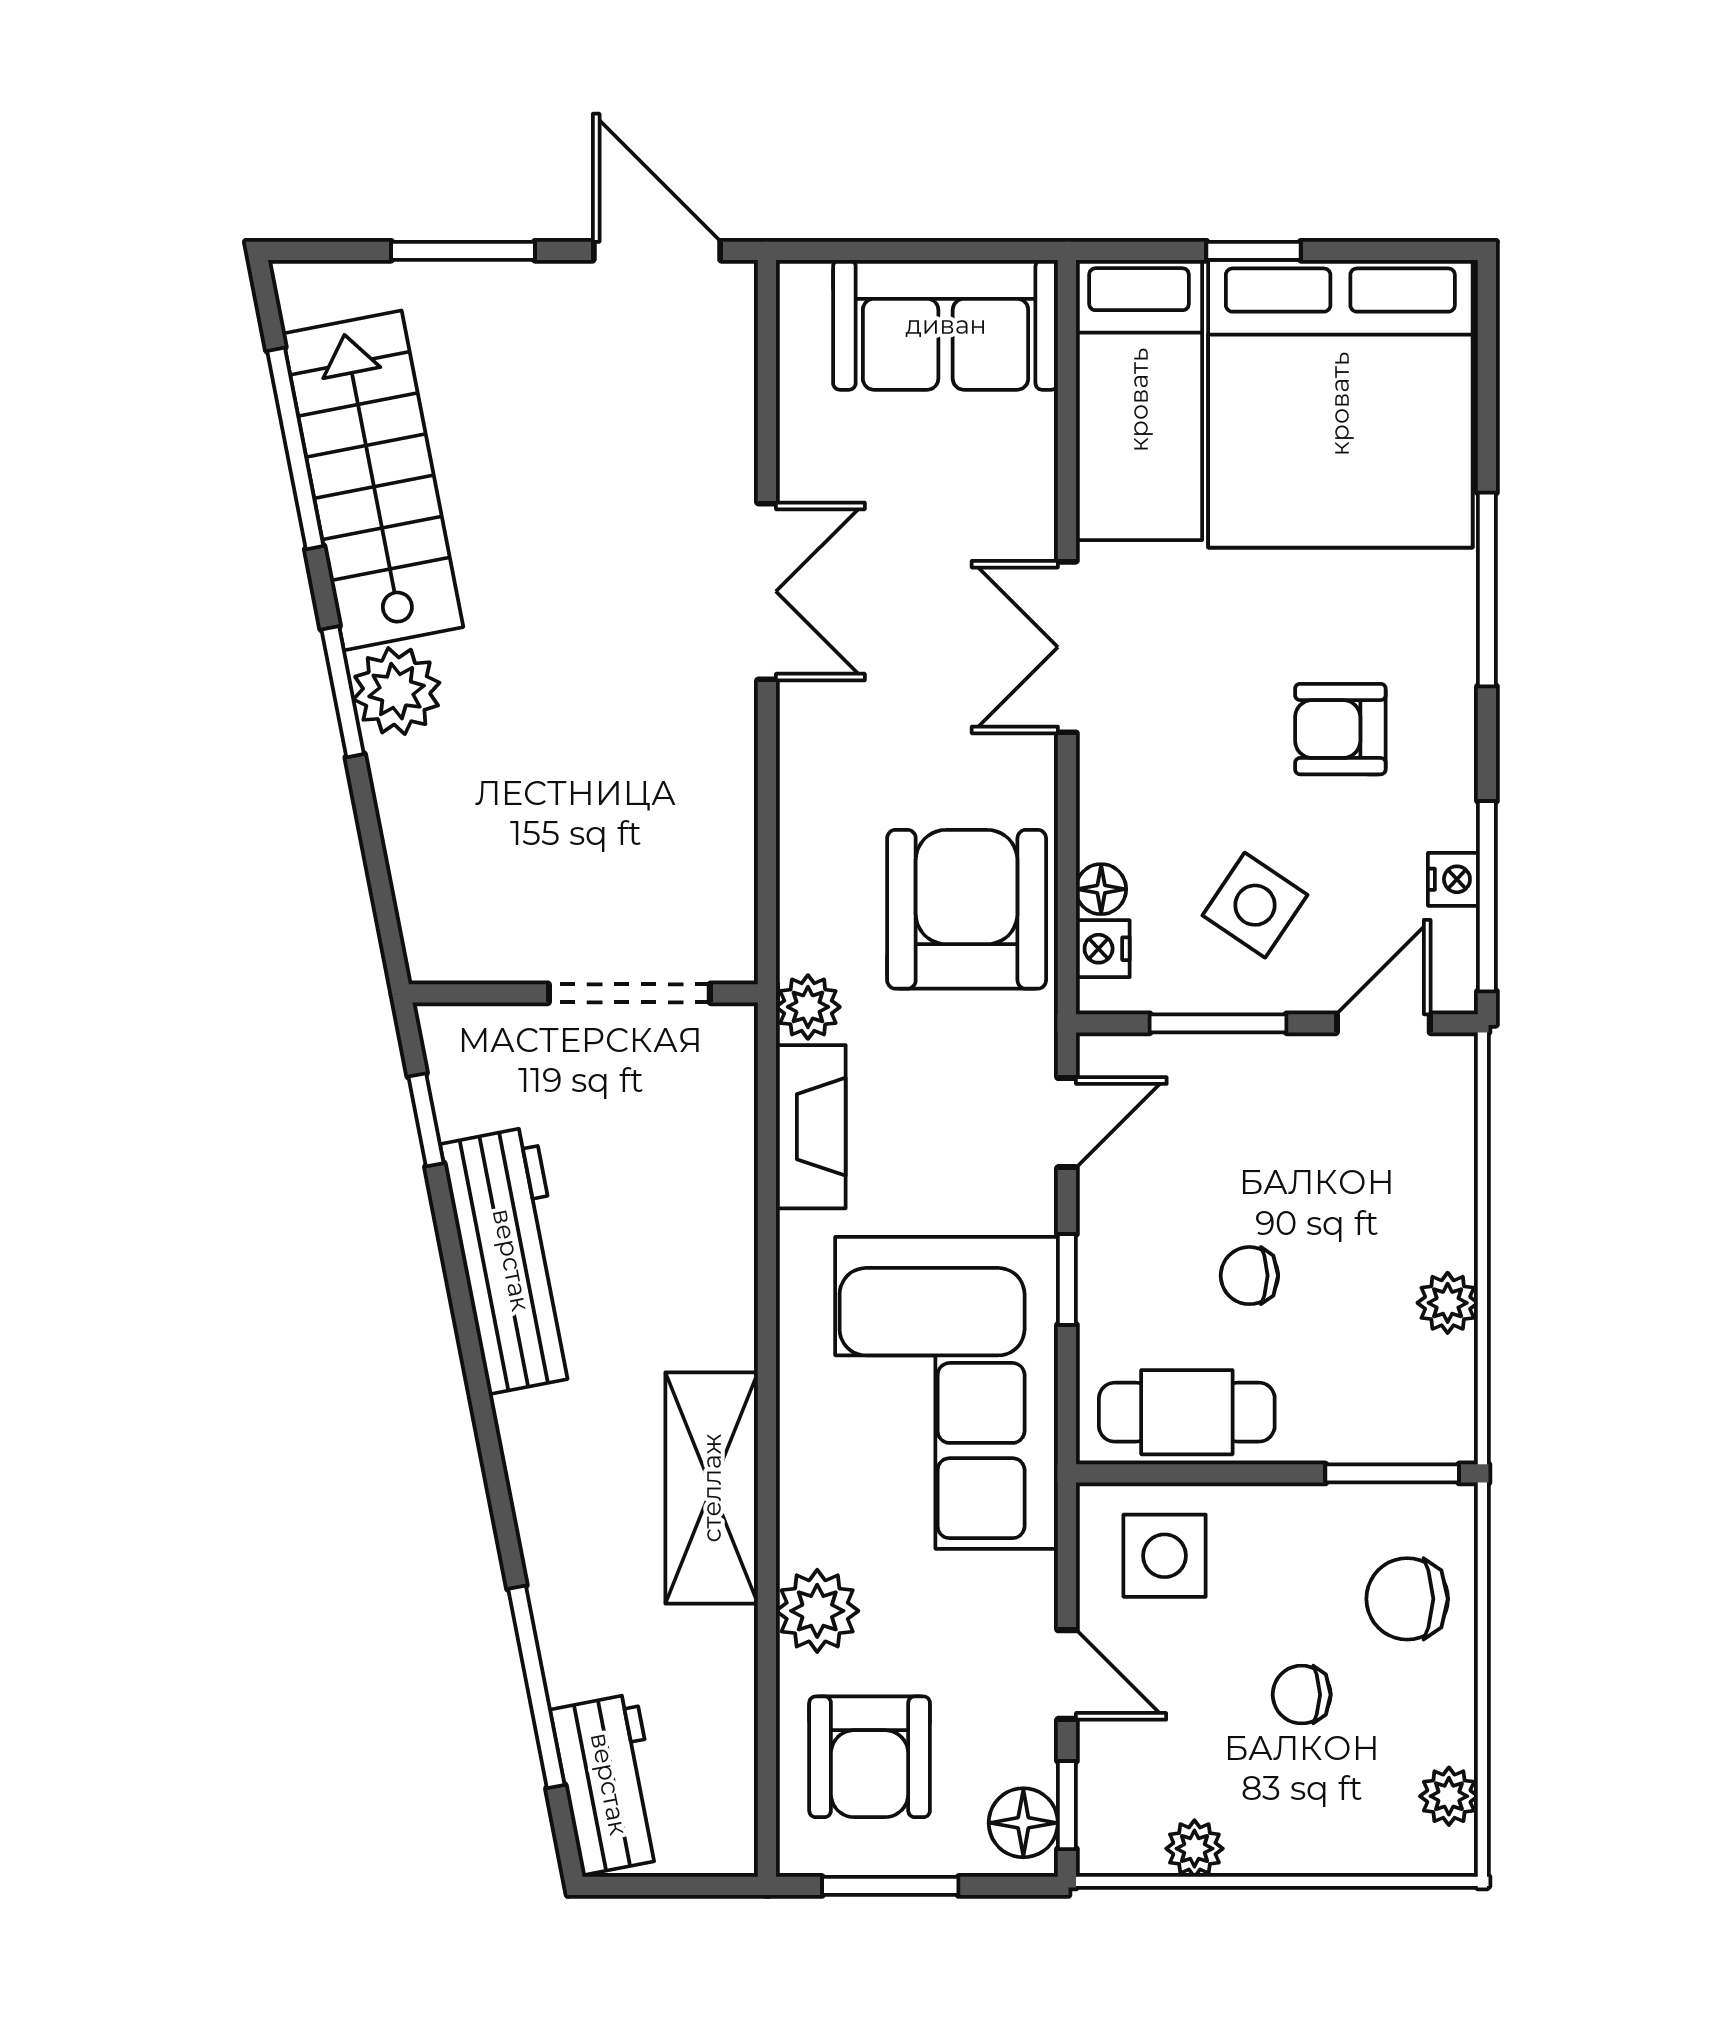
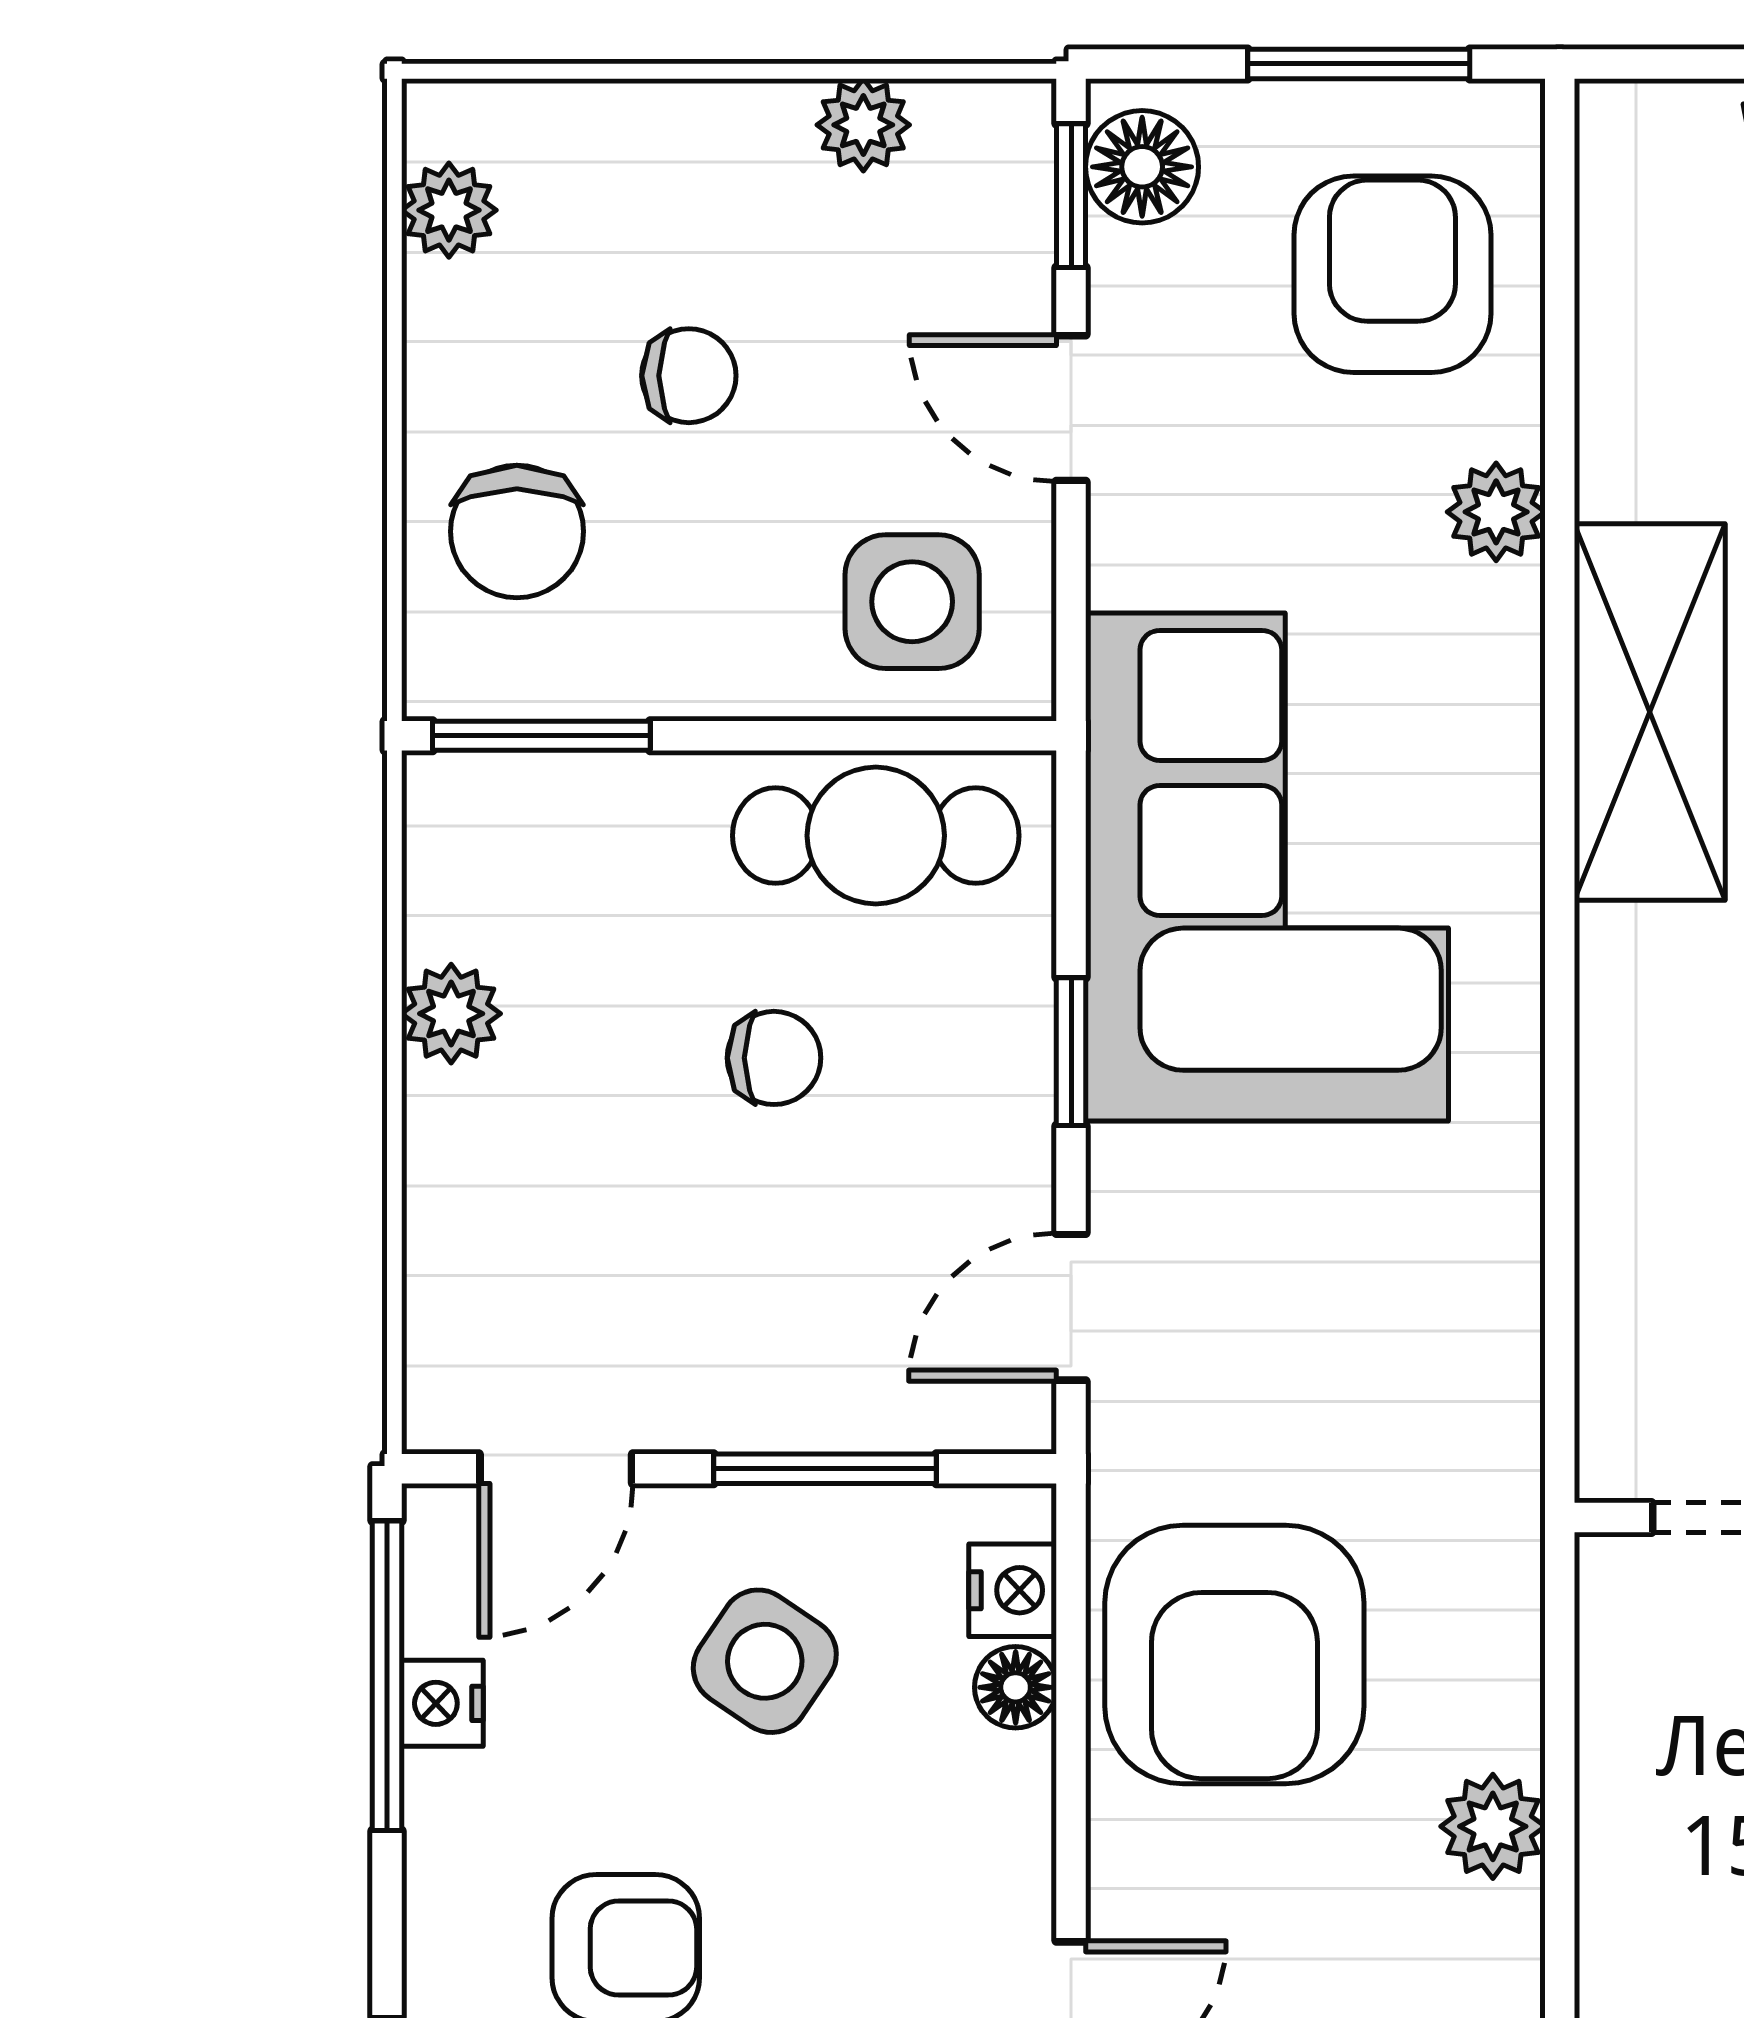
plant: (808, 1007) -> (1493, 1826), moved
fireplace: (811, 1127) -> (1488, 1300), removed
chair: (1407, 1599) -> (517, 531), turned 90
plant: (817, 1611) -> (1496, 512), width x0.73, depth x0.73

